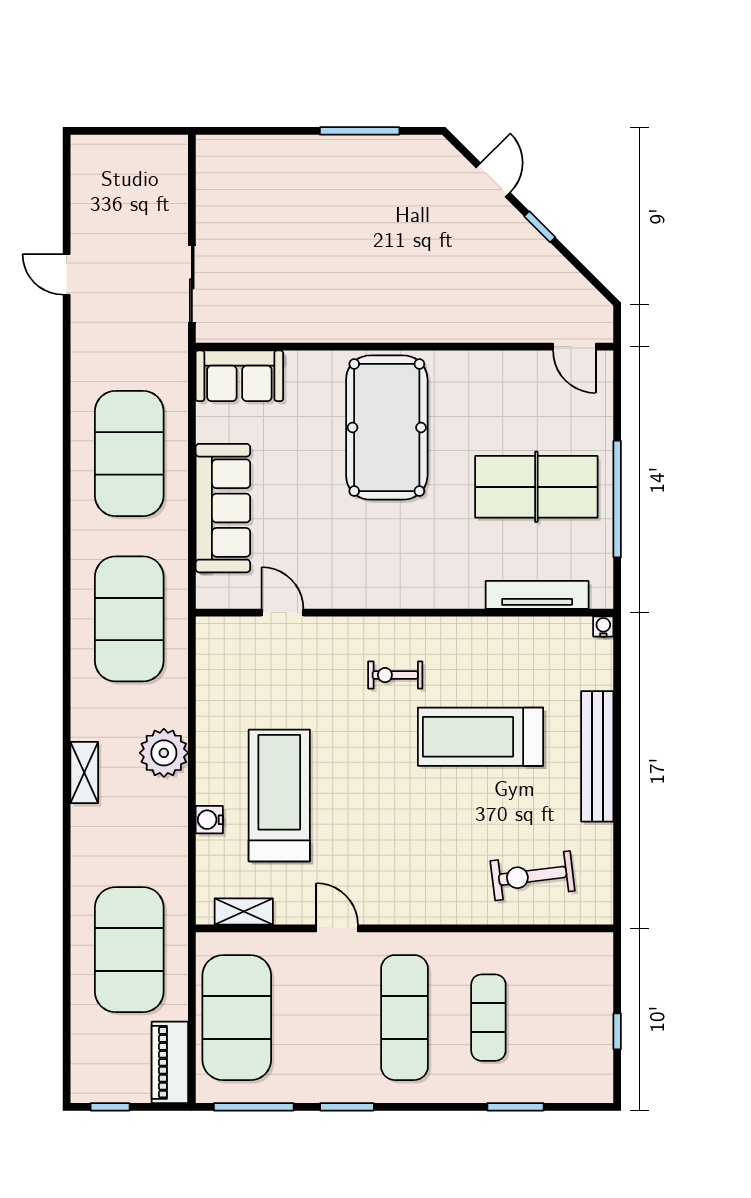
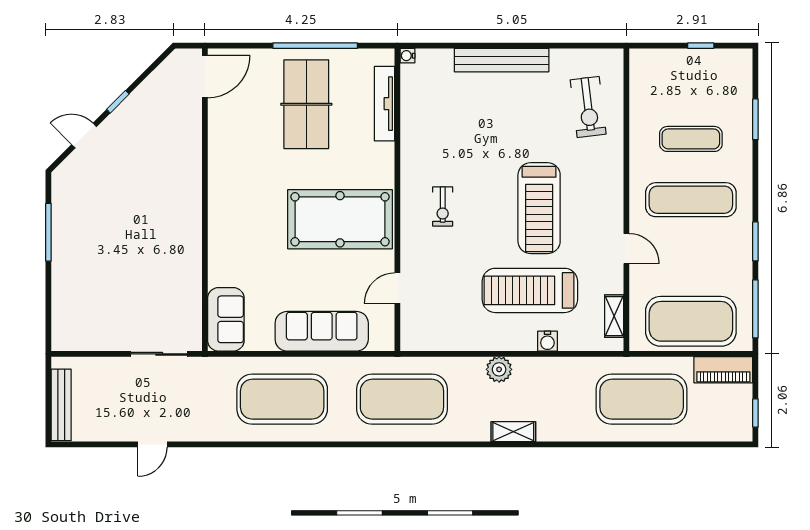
bench: (121, 148) -> (61, 405), added
door: (574, 347) -> (205, 77), width x1.38
pool table: (387, 428) -> (340, 219), moved
treadmill: (481, 737) -> (539, 208), moved
plant: (164, 753) -> (499, 369), width x0.73, depth x0.73
door: (337, 928) -> (626, 249), swing flipped

